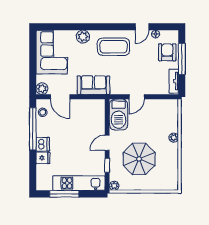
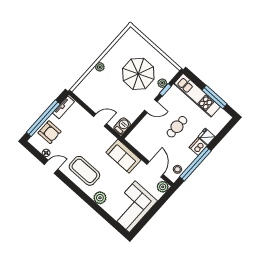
armchair: (167, 52) -> (50, 132), turned -90
window: (182, 59) -> (43, 118), width x1.46
barbecue: (118, 115) -> (122, 126), width x0.53, depth x0.65
cafe table: (73, 145) -> (177, 127), added
plant: (114, 186) -> (162, 83), moved

